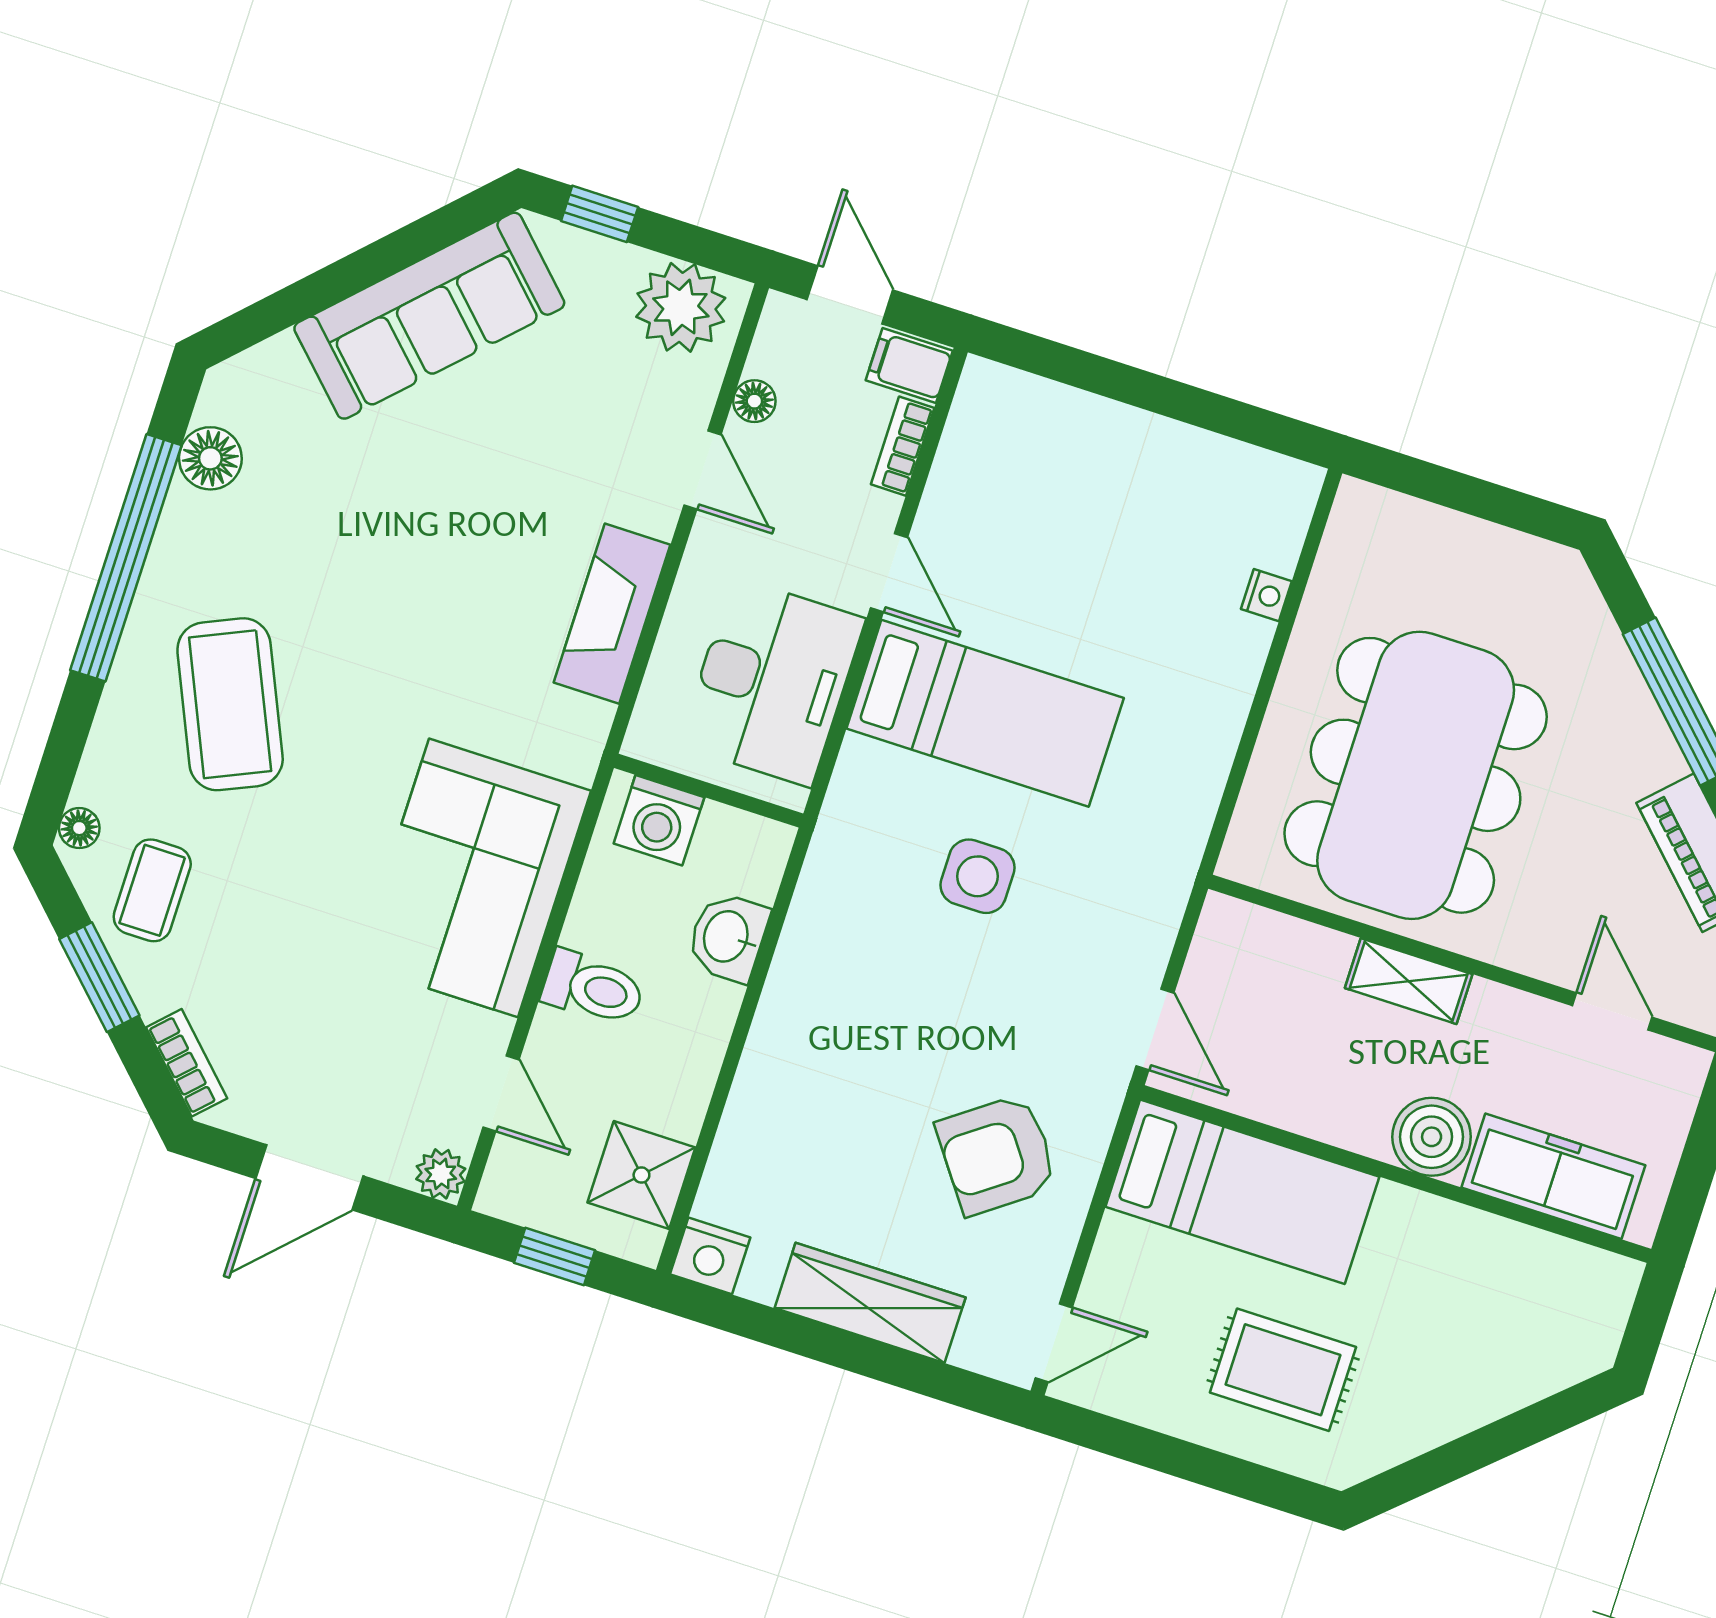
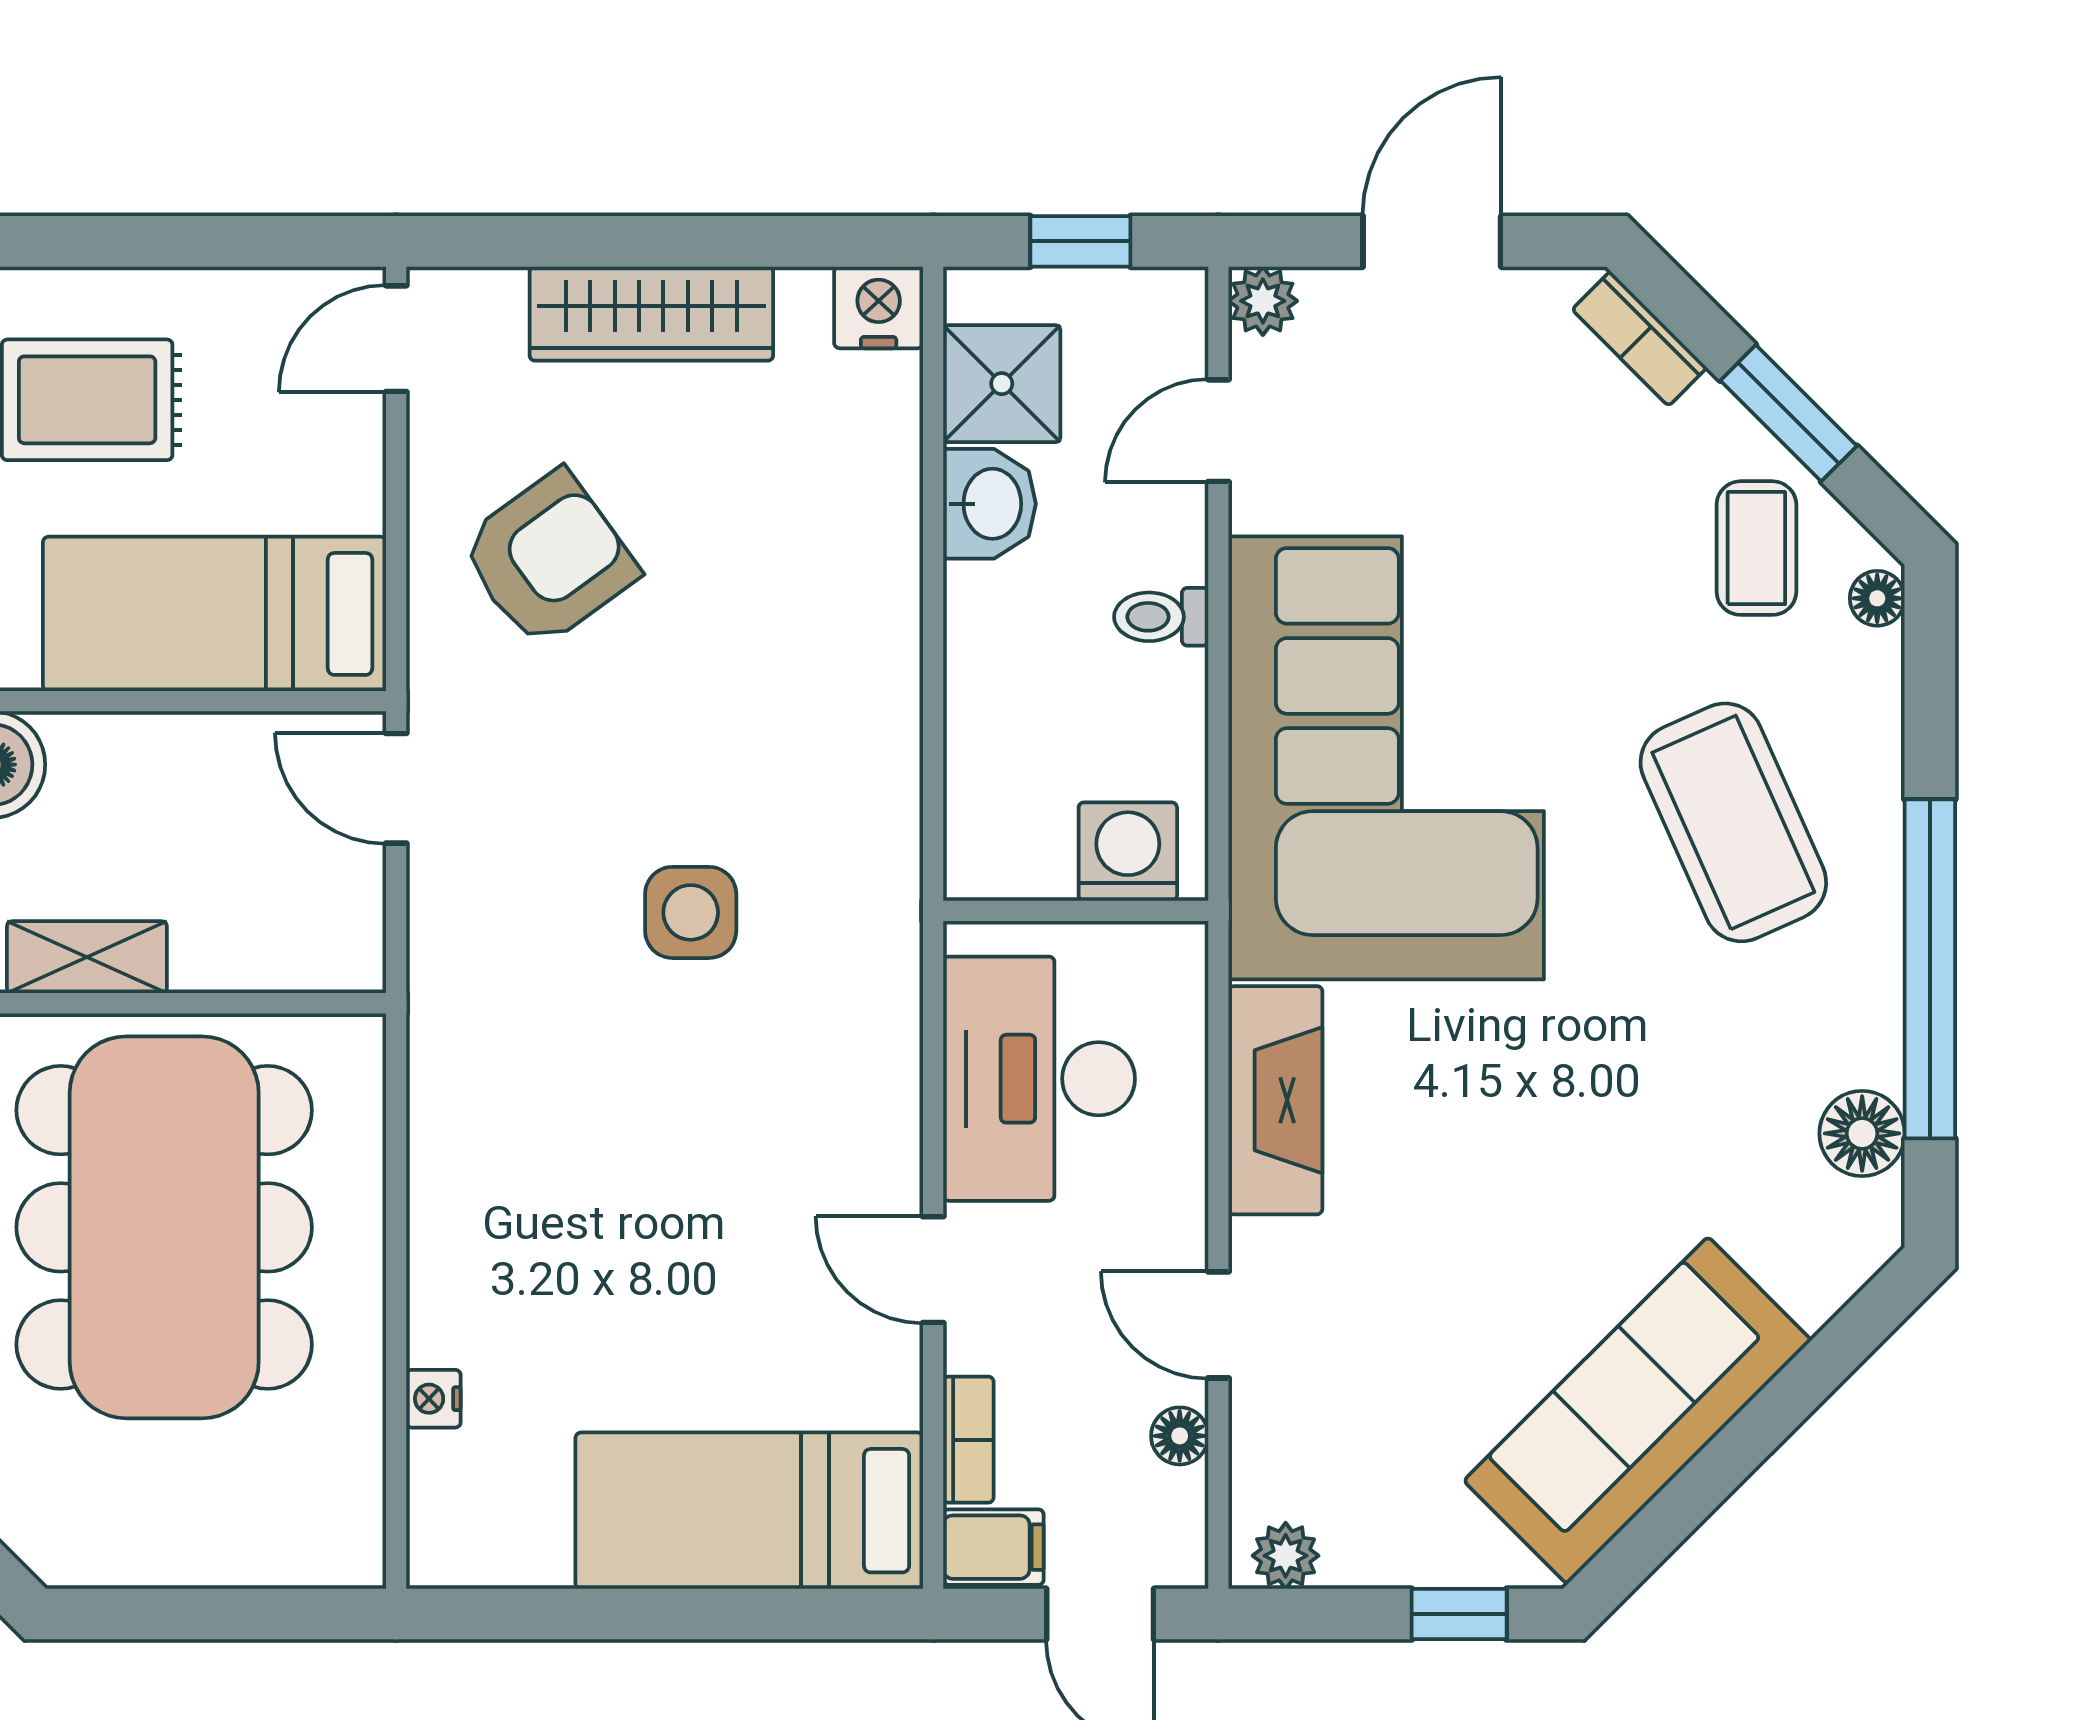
plant: (681, 307) -> (1286, 1556), width x0.53, depth x0.53
bed: (985, 713) -> (749, 1511), moved
corner sofa: (473, 878) -> (1386, 758), width x1.36, depth x1.36
washbasin: (728, 937) -> (990, 504), moved
toilet: (593, 988) -> (1161, 617), width x0.73, depth x0.72
door: (501, 1093) -> (1218, 431), hinge flipped

